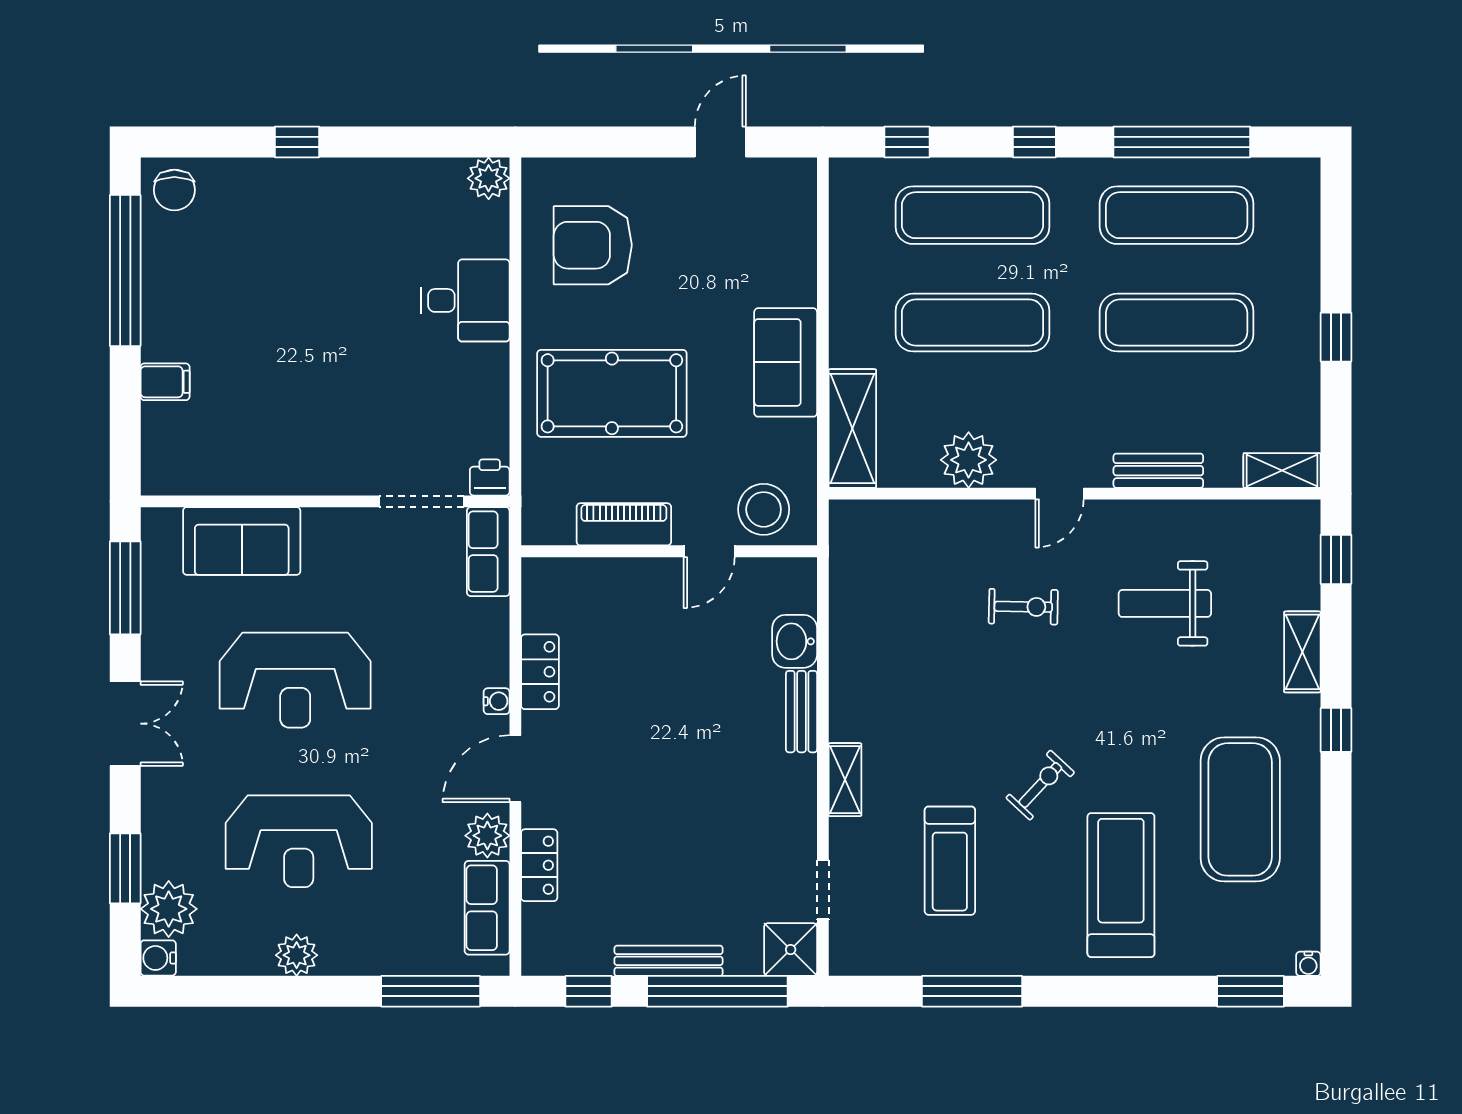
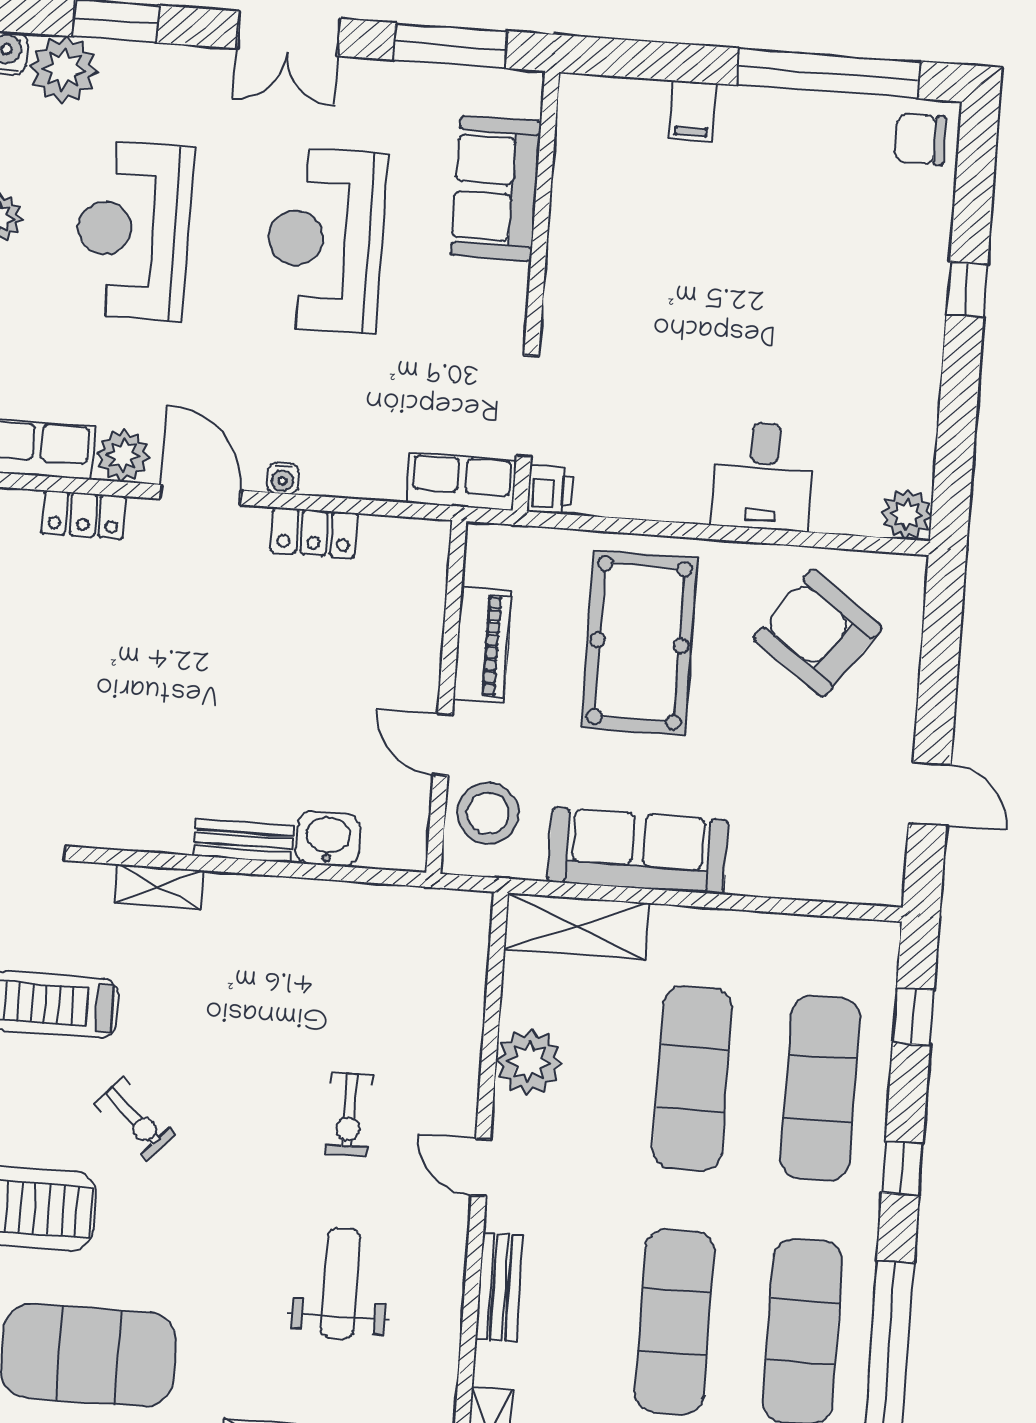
armchair: (593, 245) -> (818, 633), turned -54
sofa: (786, 362) -> (638, 851), width x1.36

